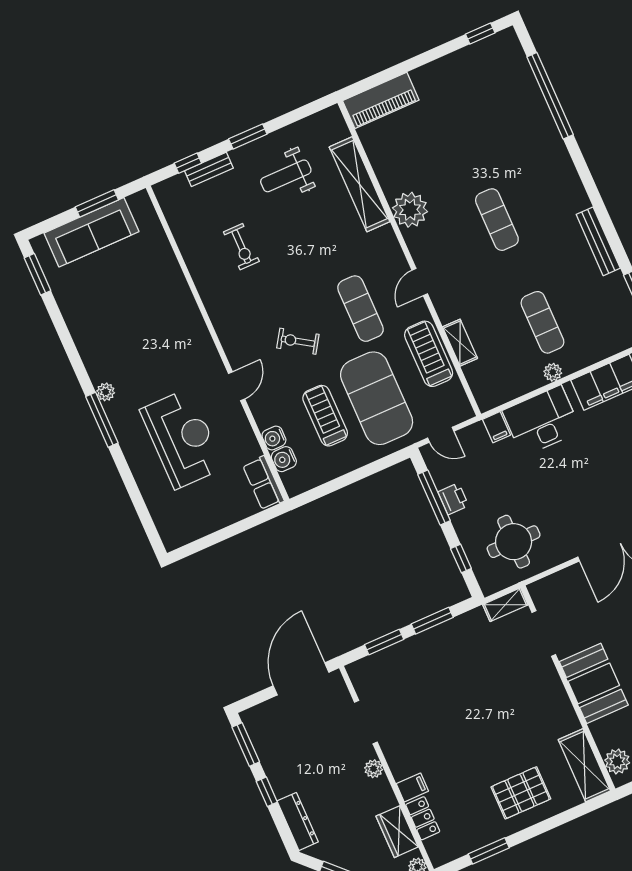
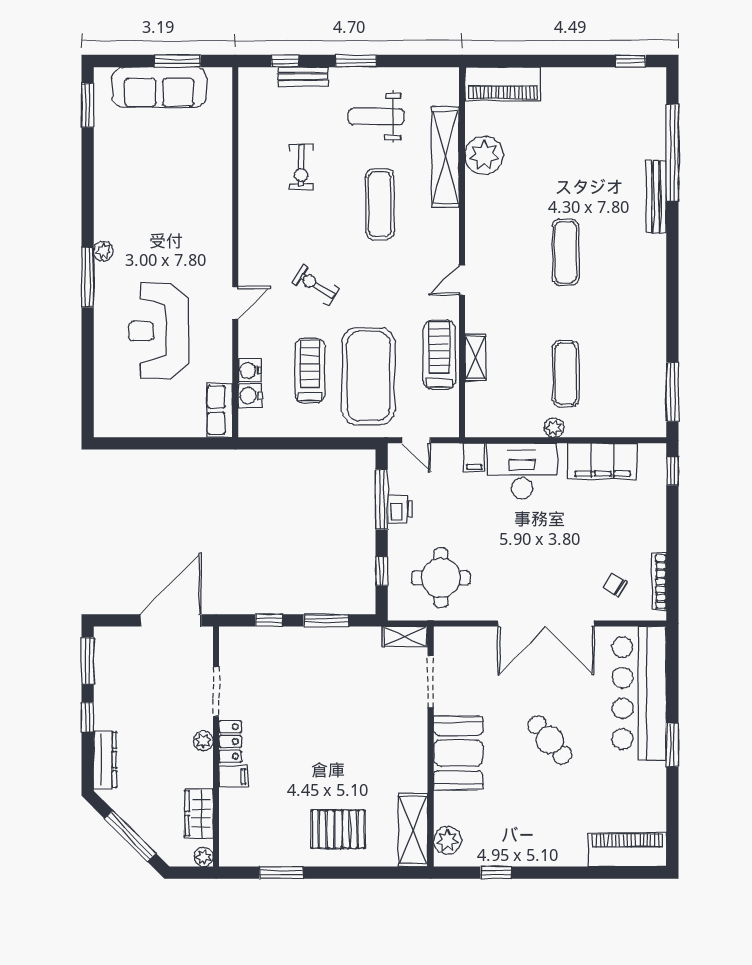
plant: (410, 210) -> (484, 155), moved
bench: (598, 241) -> (656, 197), moved
exercise mat: (360, 309) -> (380, 204), moved
reception desk: (182, 439) -> (158, 331), turned 180
window: (384, 642) -> (269, 620), width x0.67
locker: (423, 818) -> (230, 742), moved

